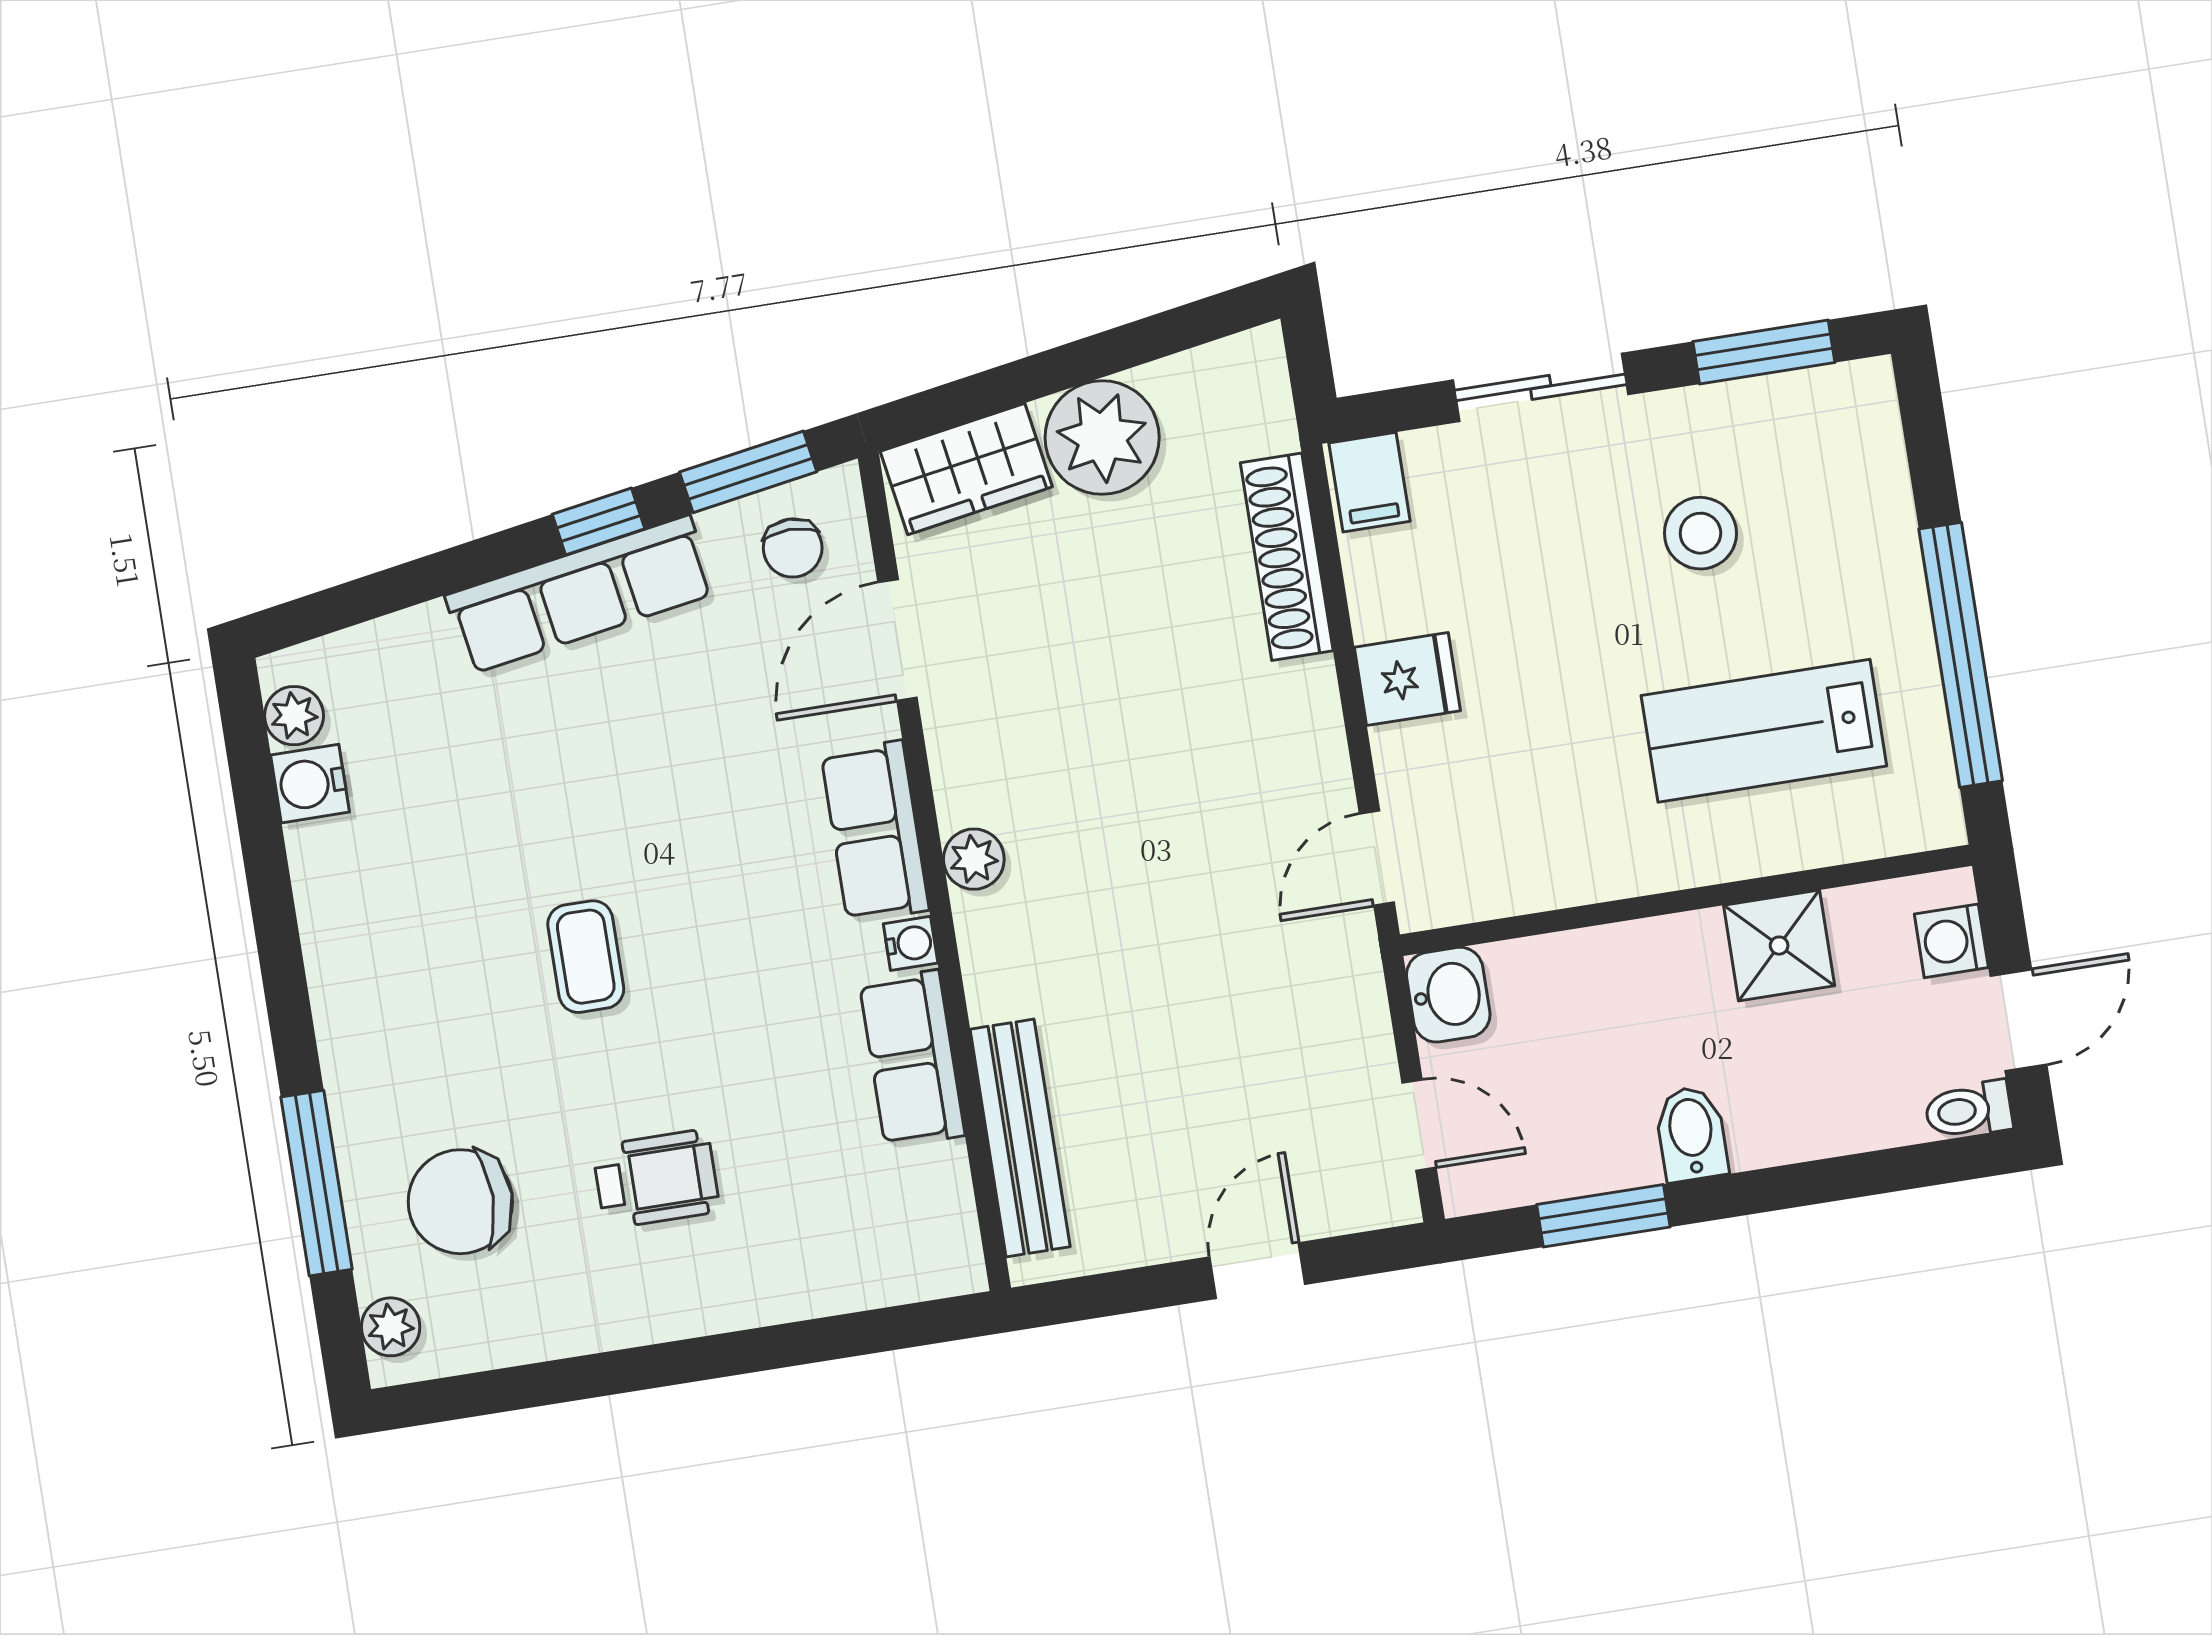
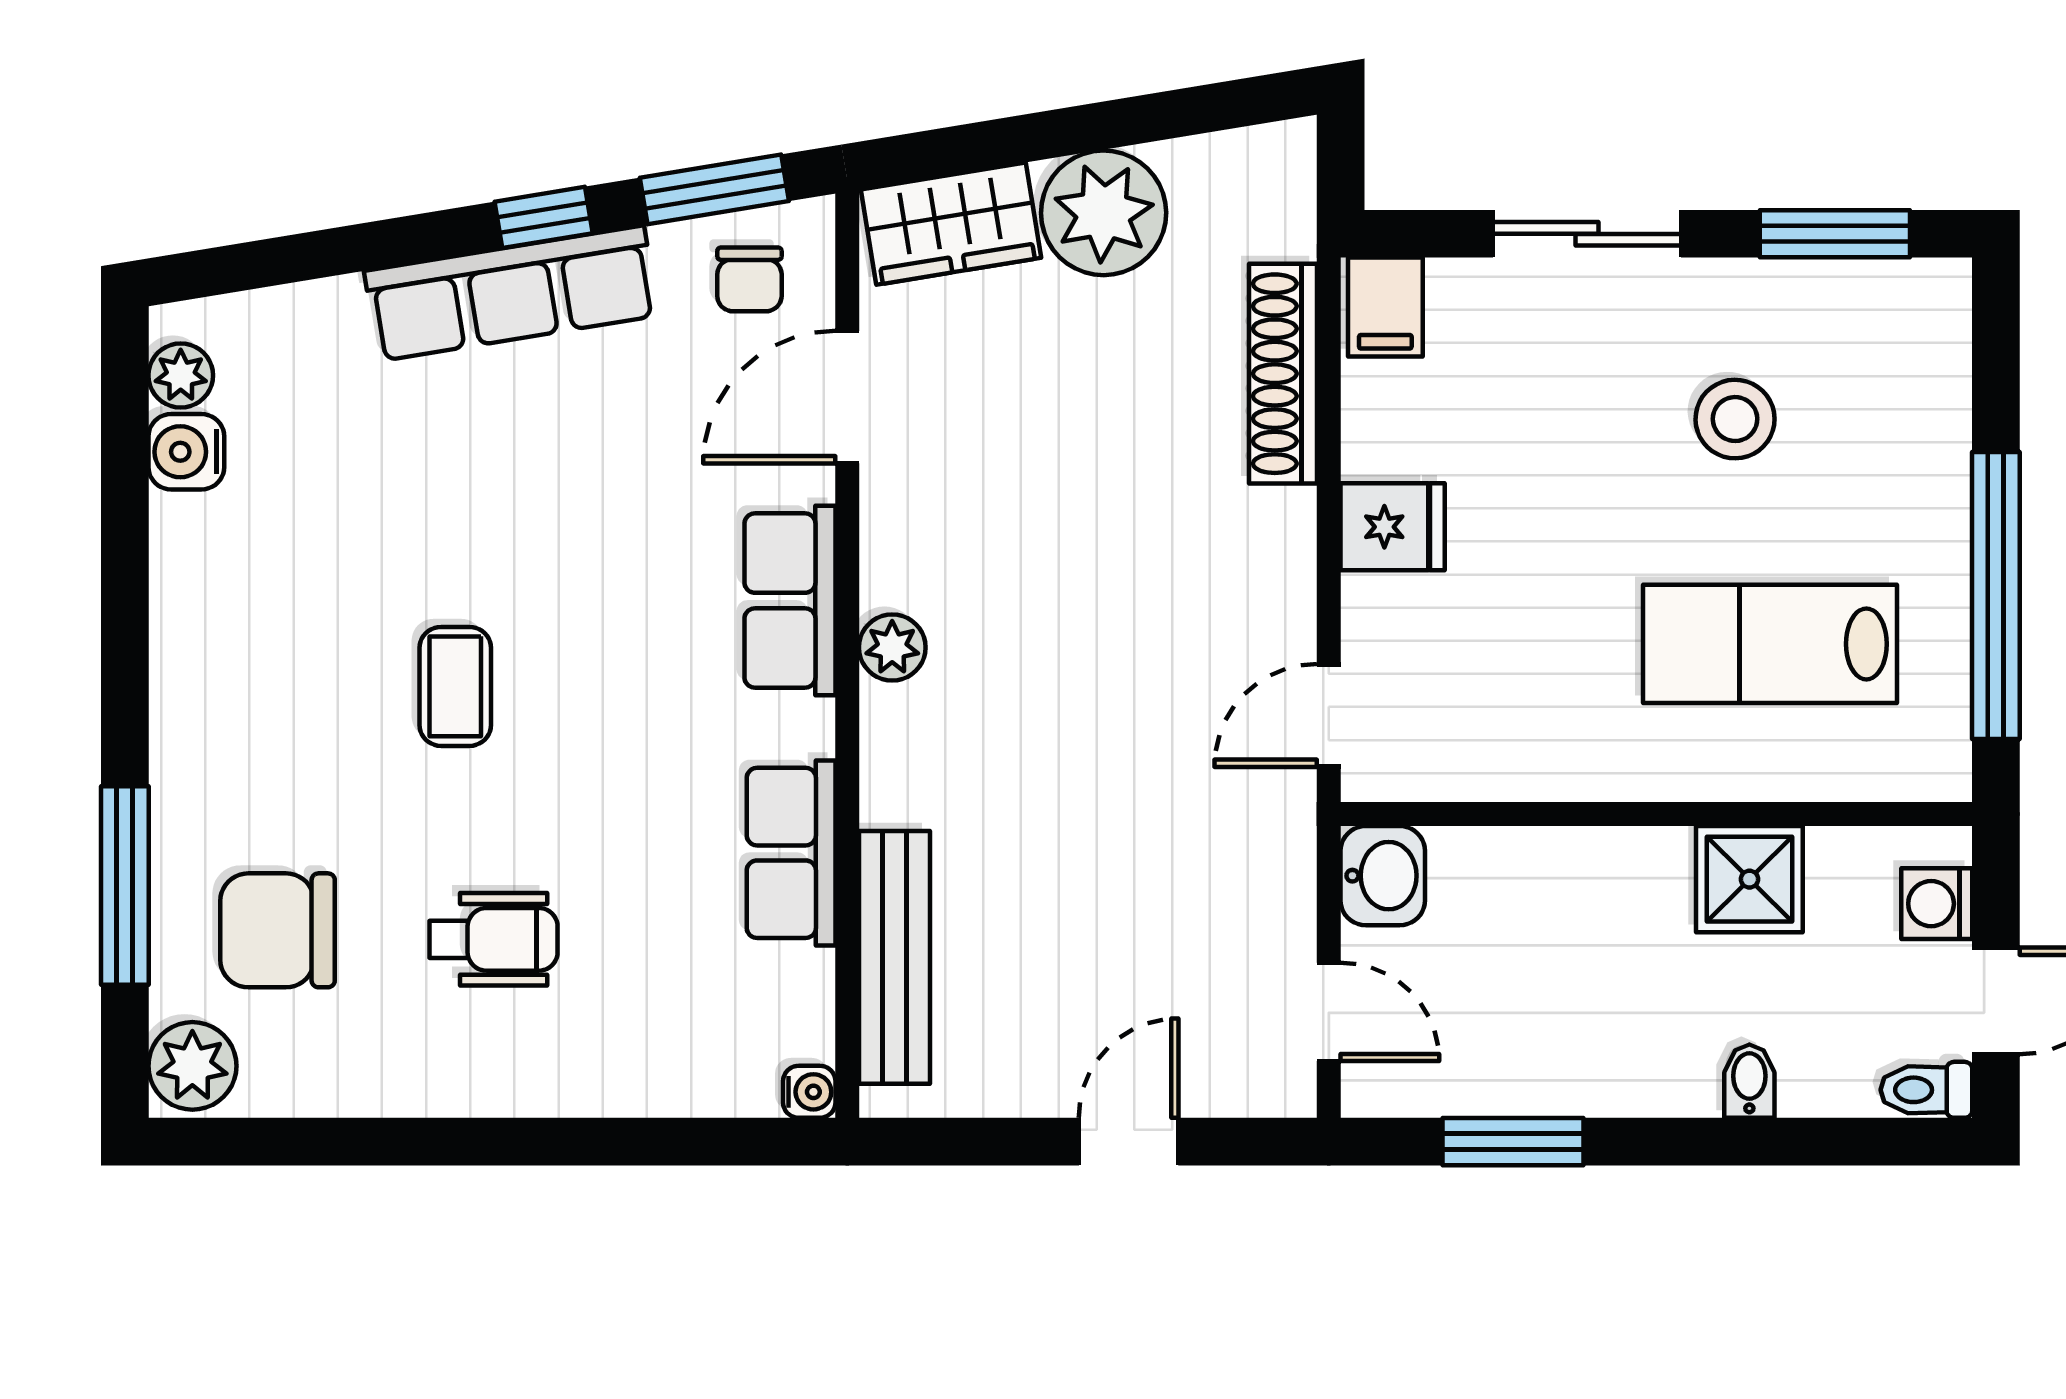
water cooler: (911, 943) -> (809, 1092), moved
bidet: (1691, 1134) -> (1749, 1081), moved, width x0.72, depth x0.74
plant: (391, 1327) -> (192, 1066), width x1.38, depth x1.38

